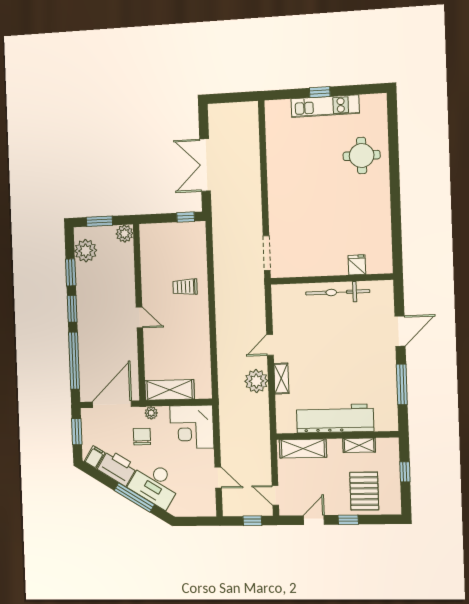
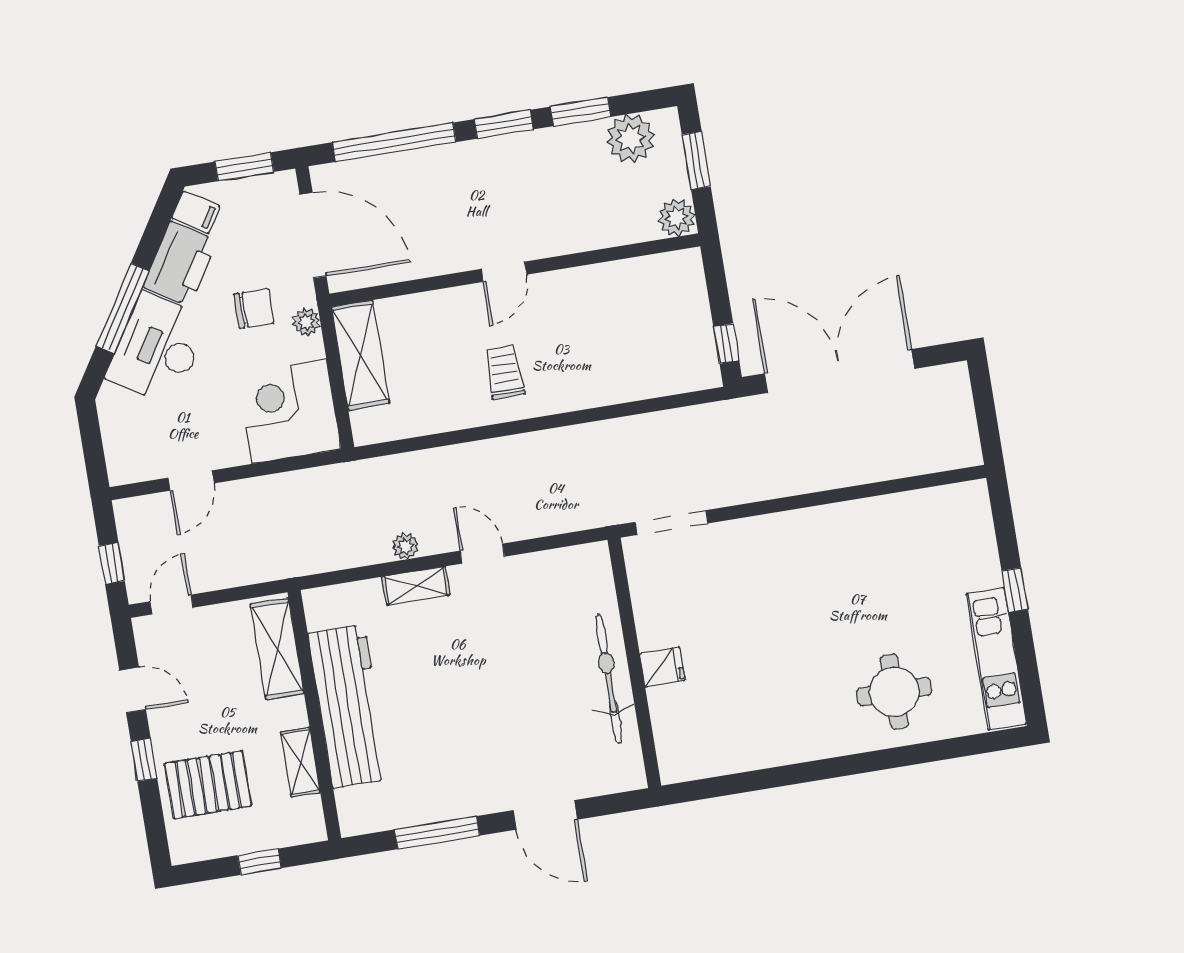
kitchen unit: (325, 106) -> (996, 659), moved
double door: (205, 165) -> (840, 371), width x1.36
fridge: (357, 265) -> (662, 667), moved
trolley: (185, 287) -> (505, 372), moved
plant: (256, 381) -> (405, 546), width x0.53, depth x0.53

